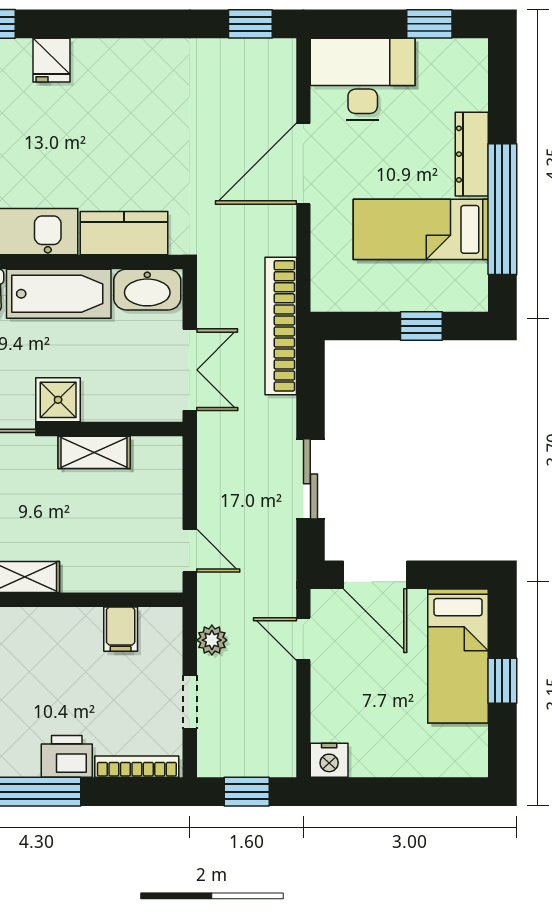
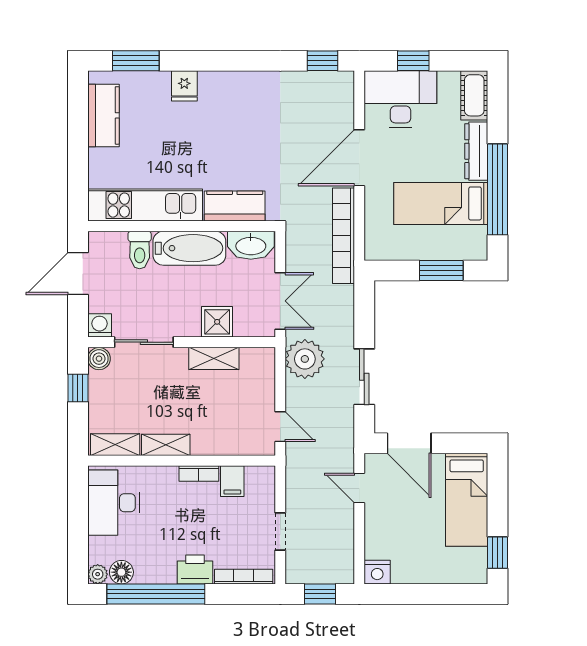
window: (429, 24) -> (413, 61), moved
cot: (469, 74) -> (474, 95), added
bookcase: (281, 326) -> (343, 236), moved
window: (421, 326) -> (441, 271), width x1.50
shower: (58, 400) -> (217, 322), moved
bookcase: (72, 618) -> (199, 474), added
plant: (212, 640) -> (305, 359), moved, width x1.88, depth x1.88
window: (502, 681) -> (498, 553), moved

